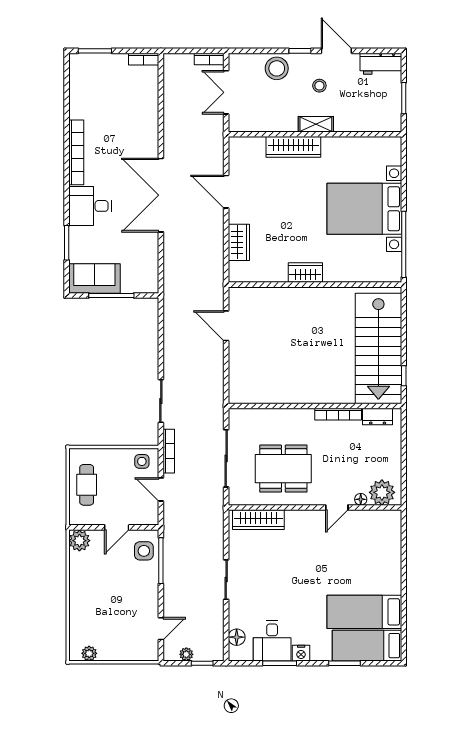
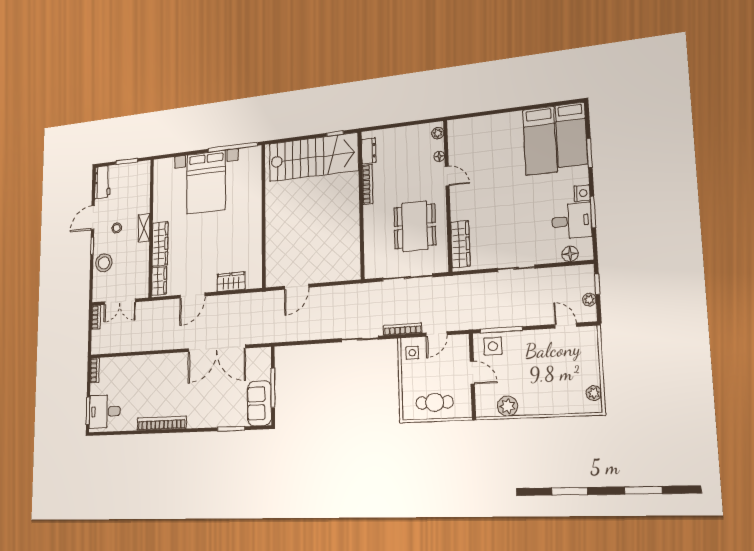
double door: (161, 195) -> (217, 348), moved
desk: (90, 206) -> (105, 412), moved, turned 90
wardrobe: (305, 273) -> (159, 281), moved, turned 180
plant: (382, 492) -> (438, 133), width x0.53, depth x0.53
plant: (79, 541) -> (508, 406), moved

